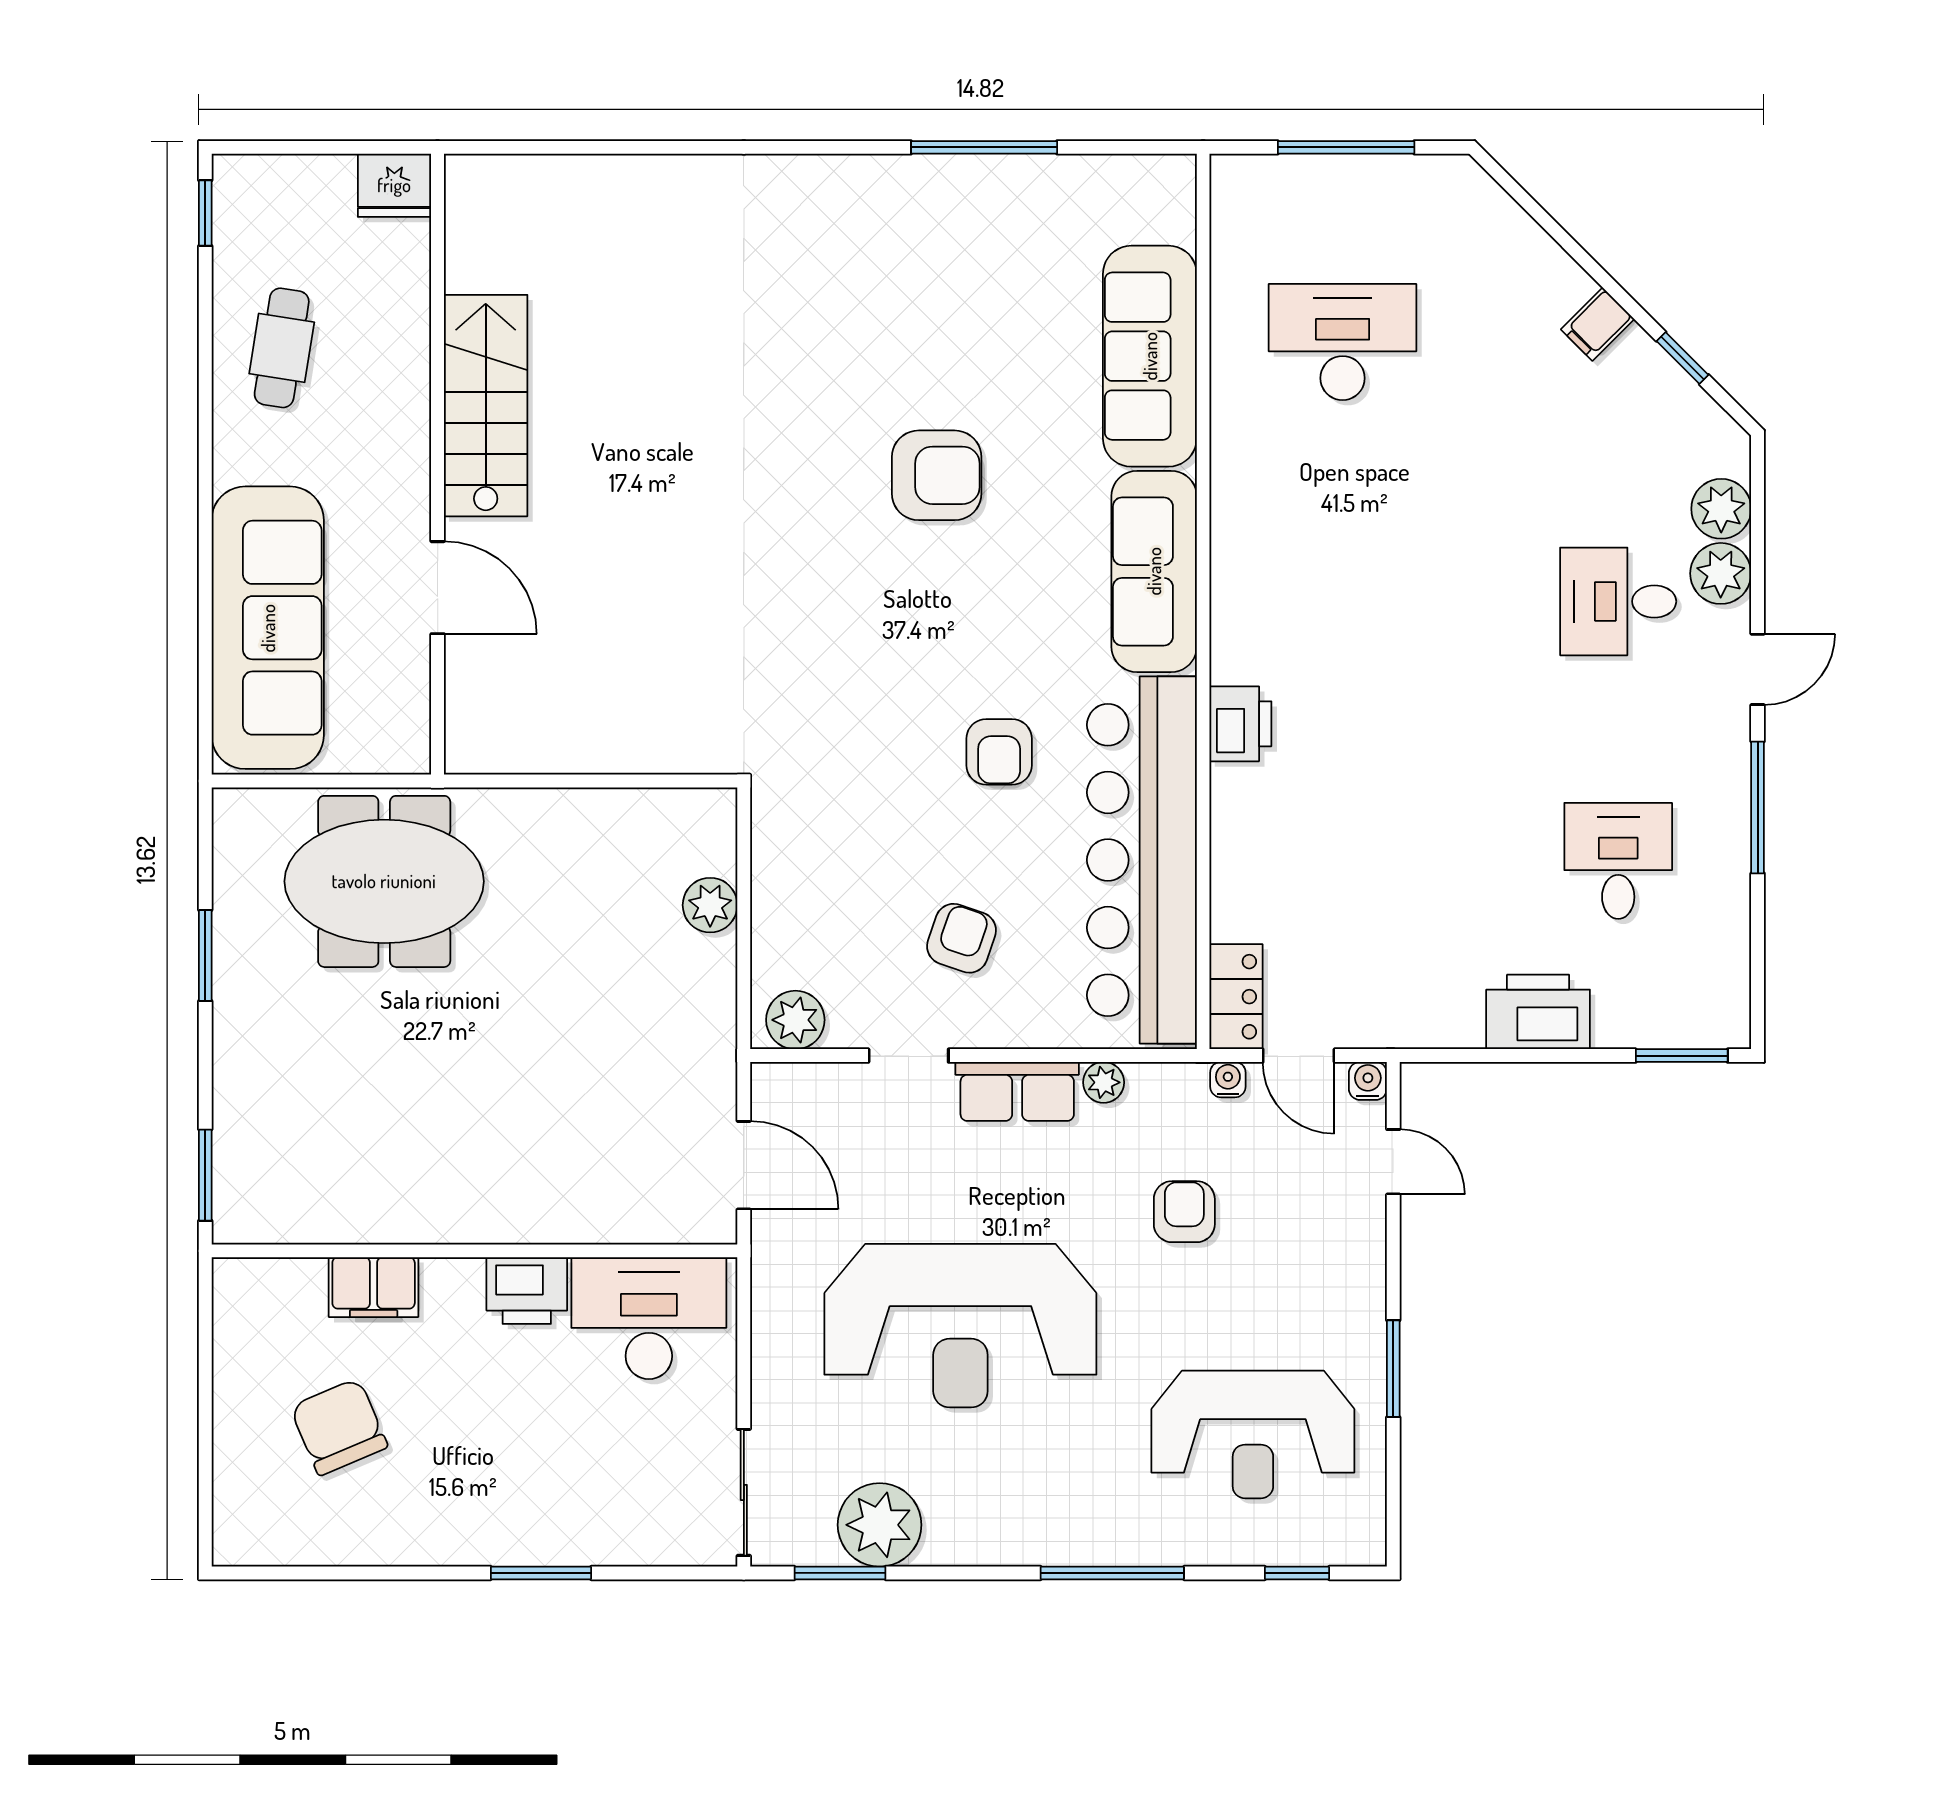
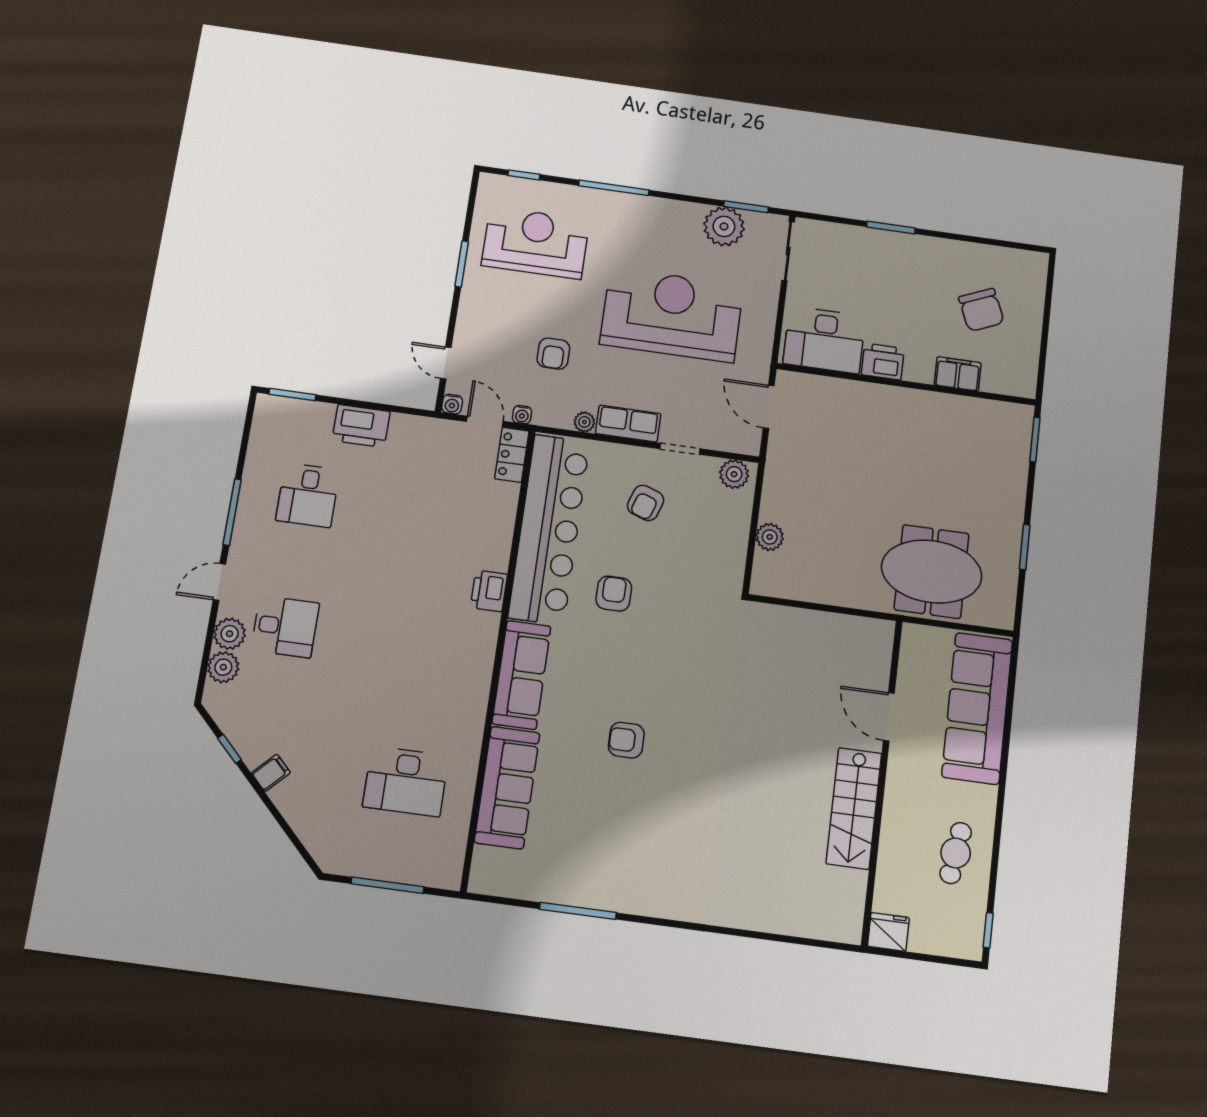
armchair: (937, 475) -> (626, 740), width x0.72, depth x0.72

